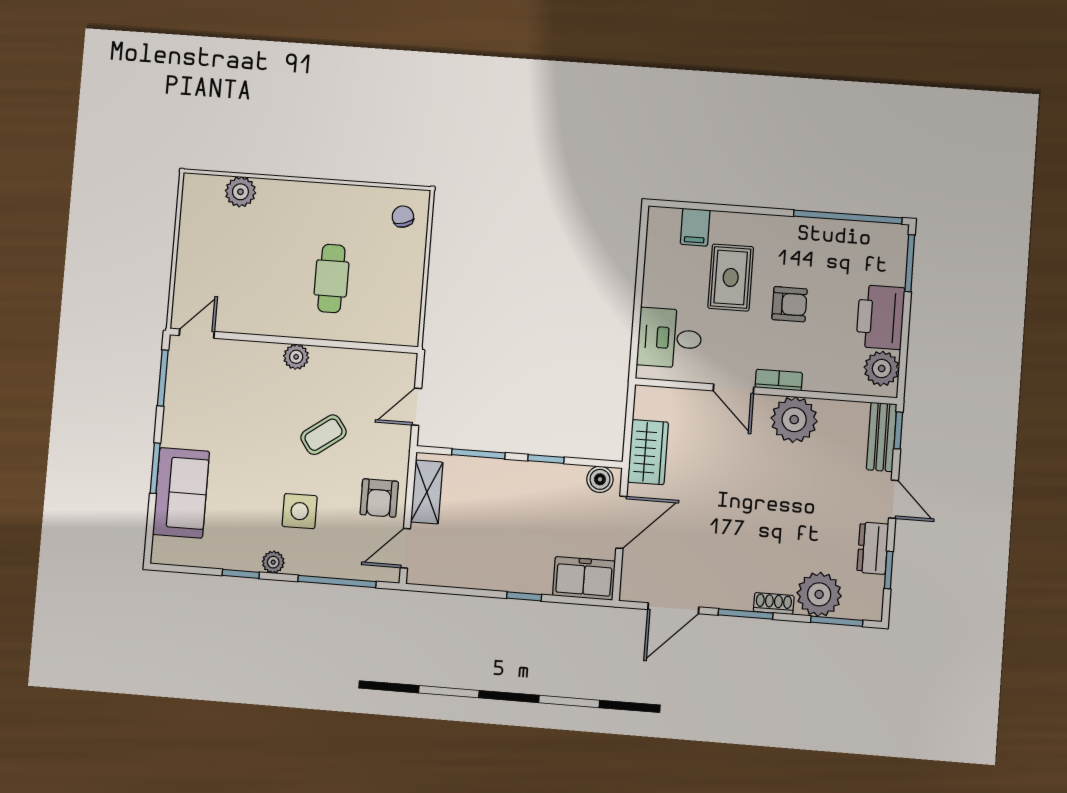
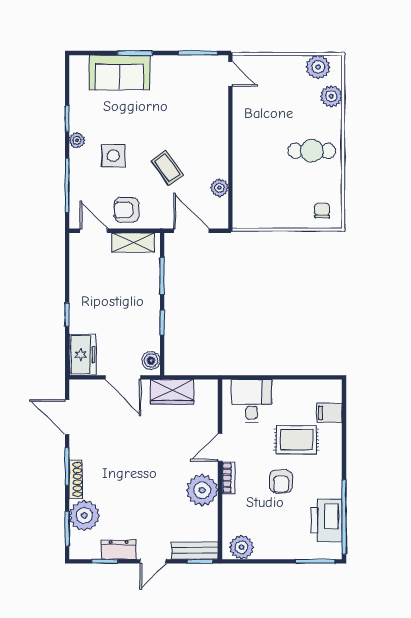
plant: (197, 208) -> (318, 67), added
chair: (403, 217) -> (322, 211), turned -74
cafe table: (331, 278) -> (312, 151), moved
printer: (880, 317) -> (327, 520), moved, turned -90
plant: (296, 357) -> (219, 188), moved
door: (417, 407) -> (191, 231), width x1.38
shoe rack: (774, 604) -> (76, 479), width x1.43

